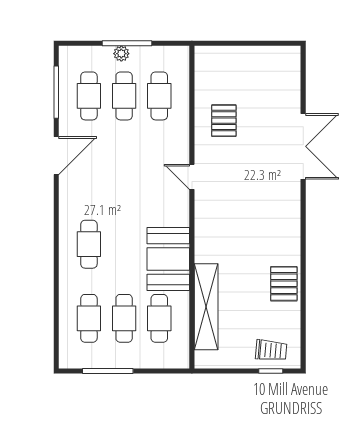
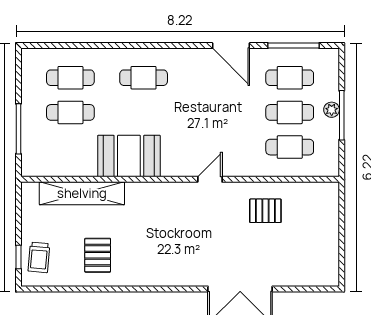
pallet: (284, 284) -> (98, 255), moved, turned 90
cafe table: (159, 318) -> (70, 147), removed
window: (108, 371) -> (18, 129), moved

